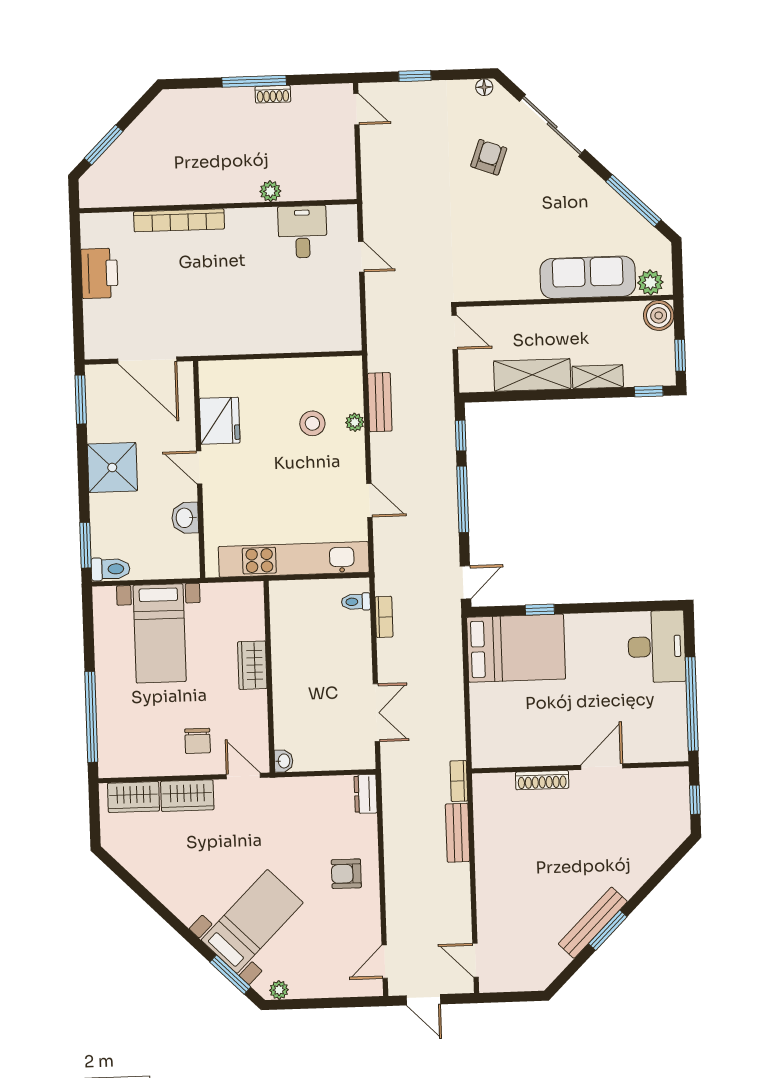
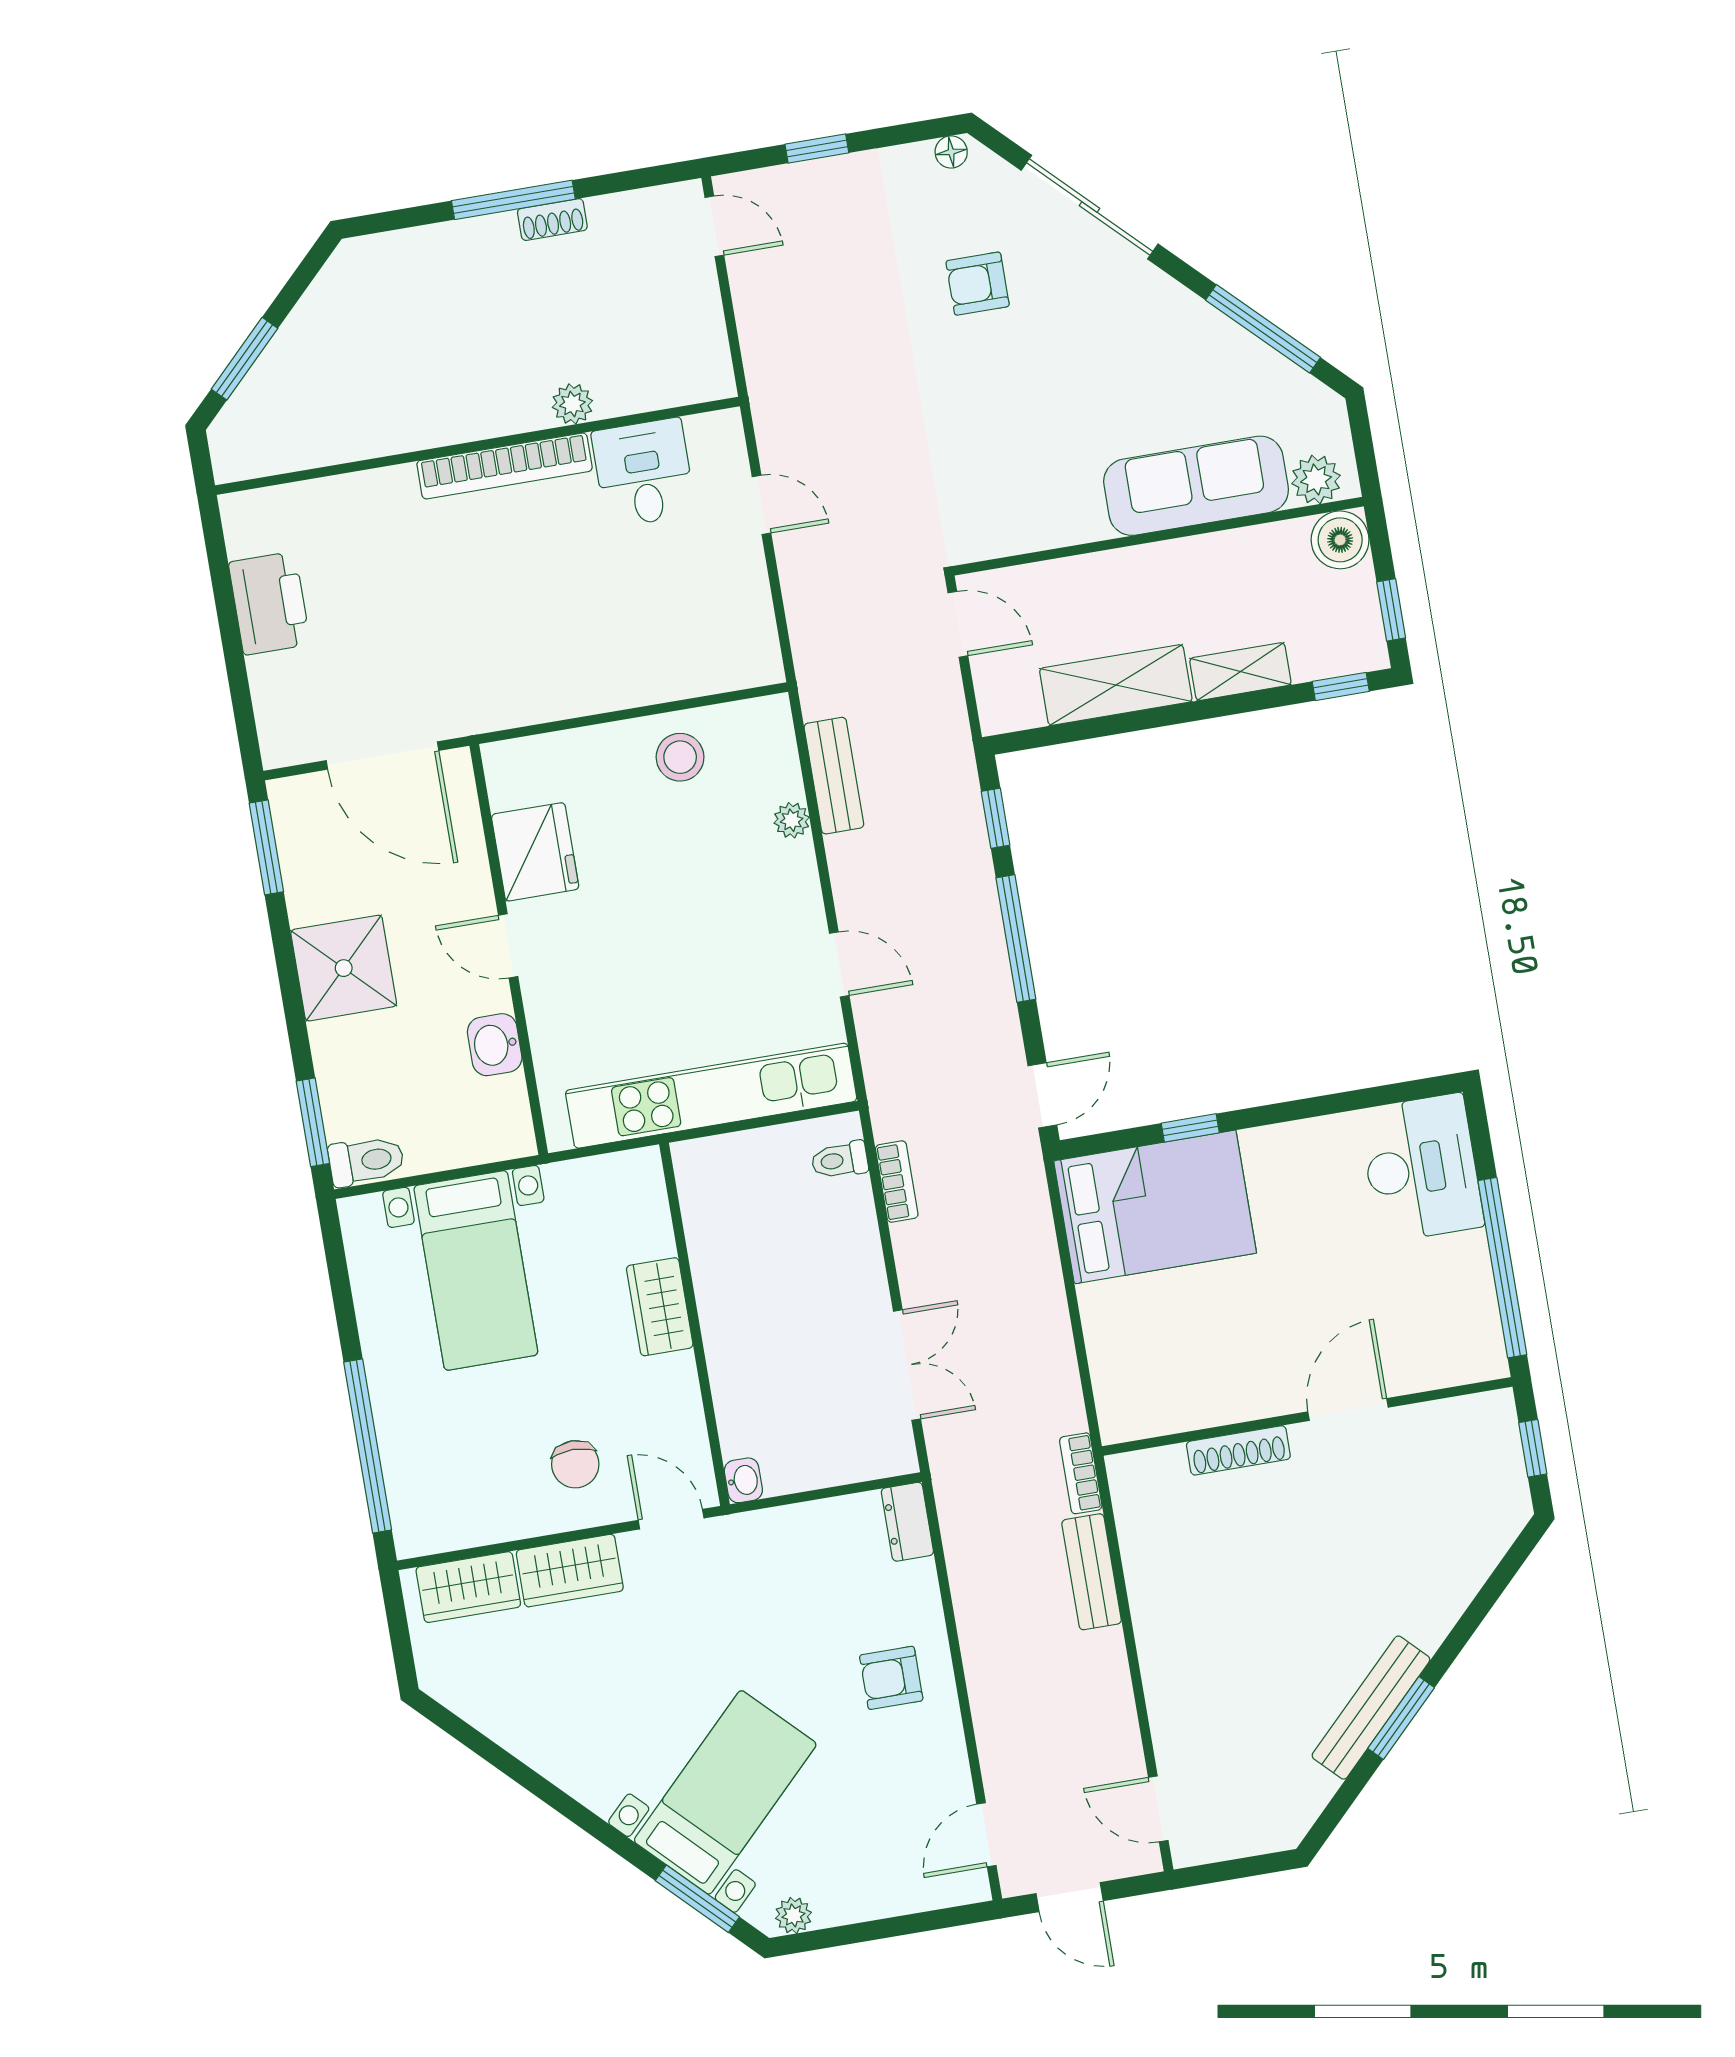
armchair: (489, 157) -> (978, 284), turned -110
bookcase: (179, 220) -> (505, 466), moved
stool: (312, 423) -> (680, 757), moved

